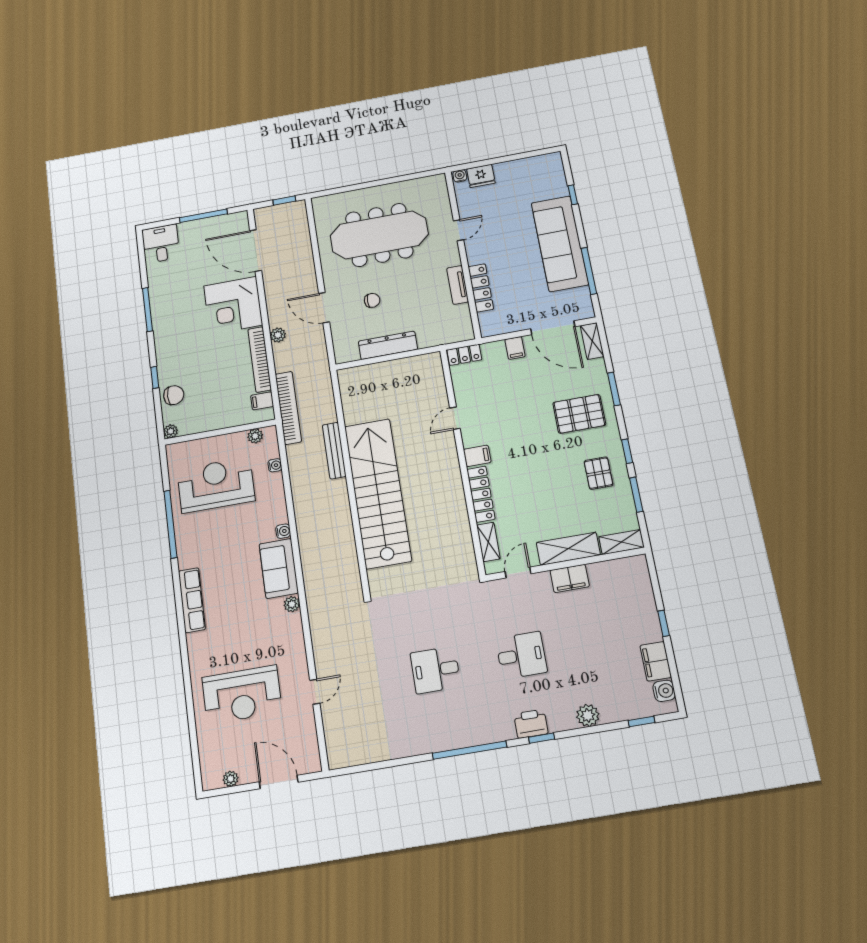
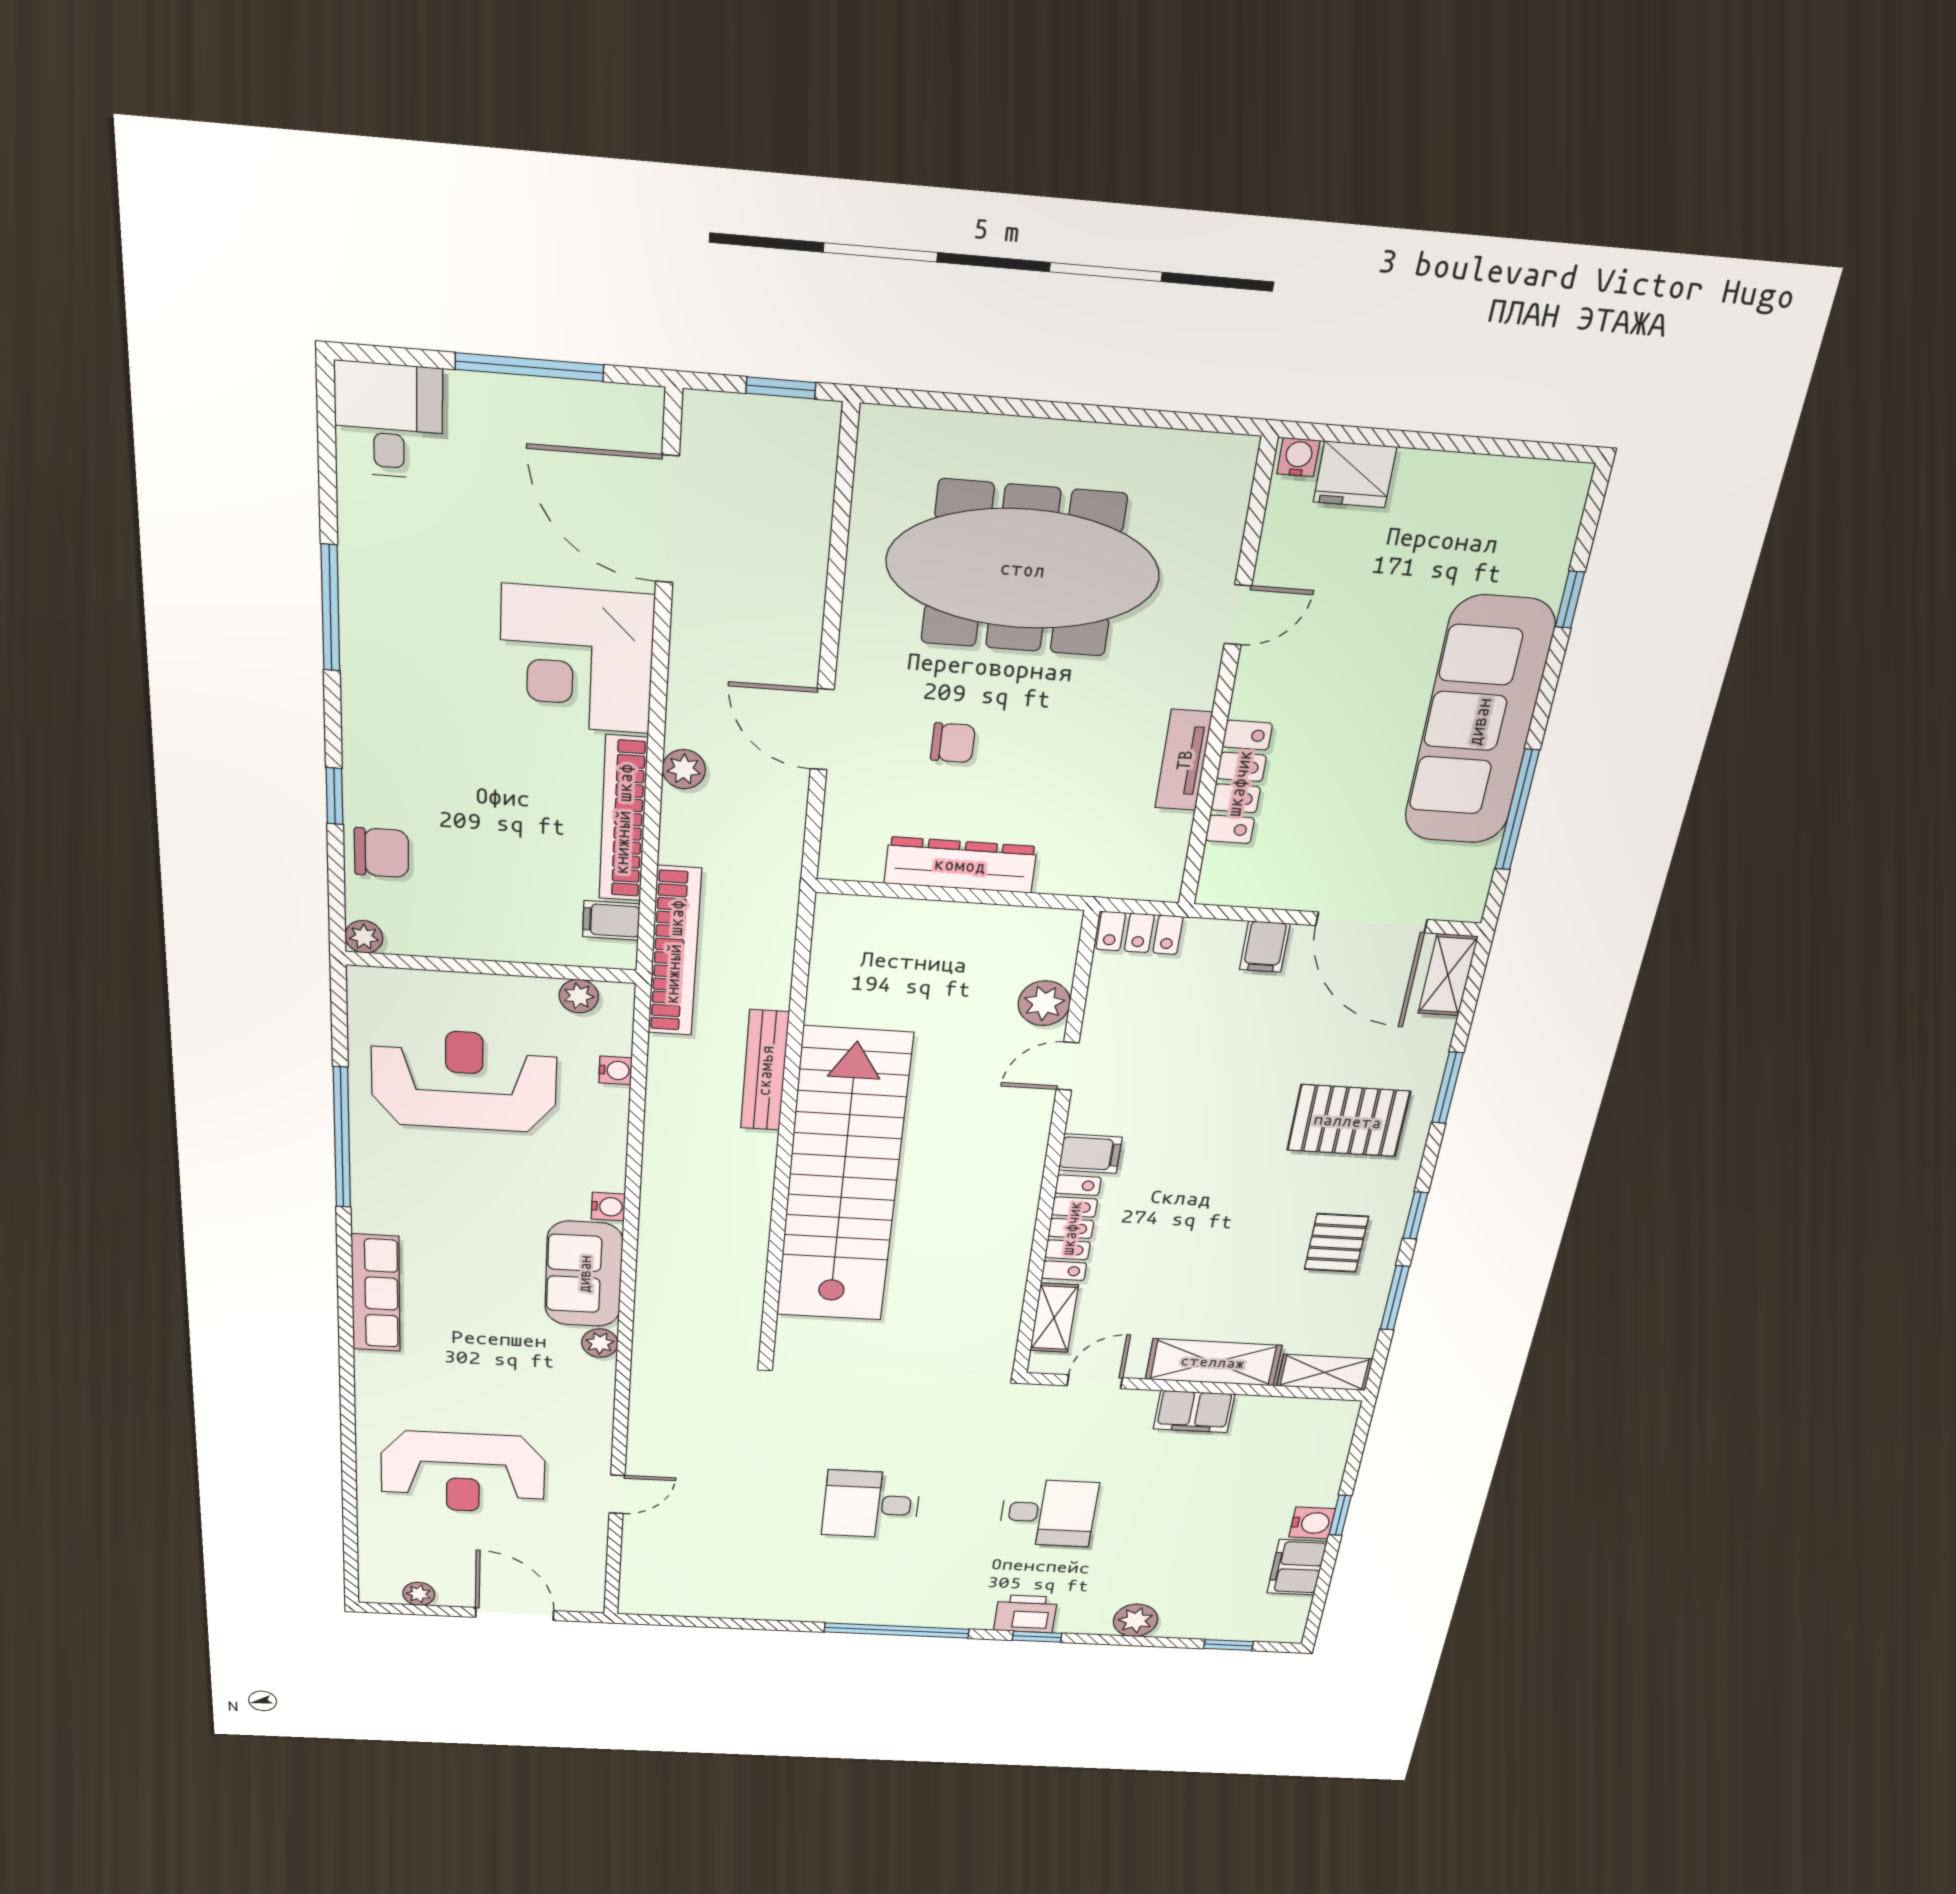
plant: (437, 393) -> (1044, 1003), added
water cooler: (664, 691) -> (1312, 1523), moved

